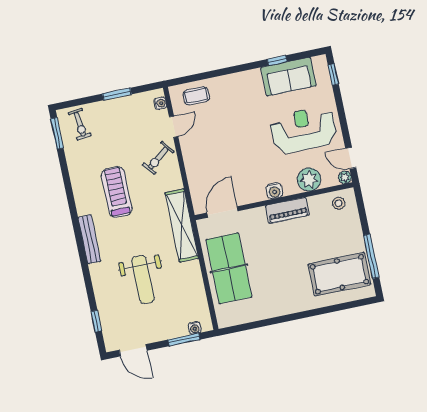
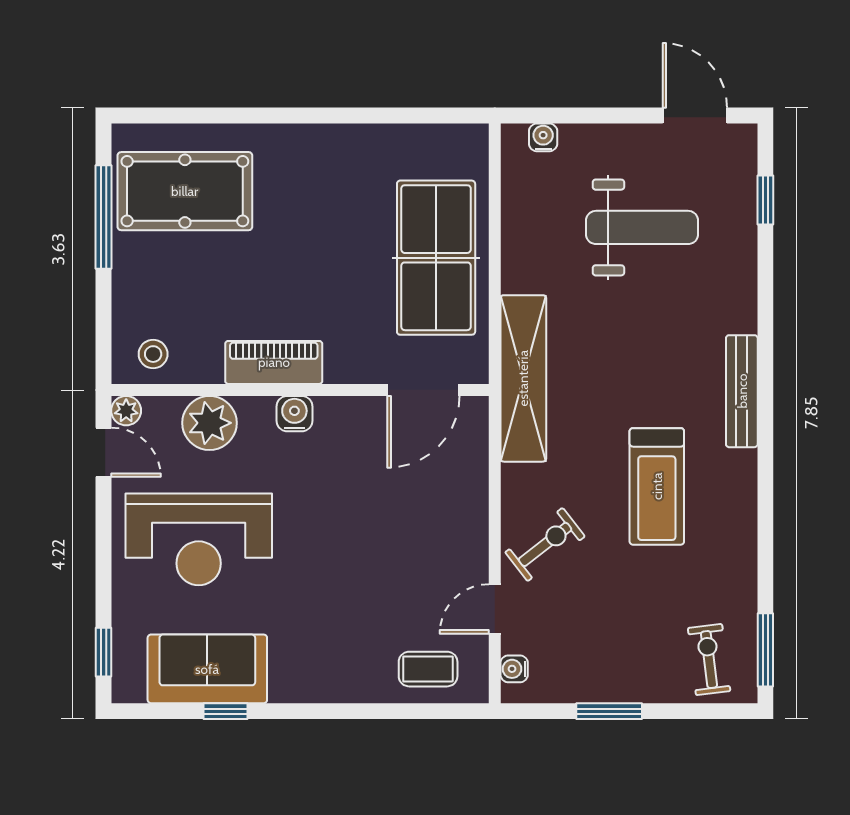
weight bench: (143, 279) -> (642, 227), moved, turned 90
window: (184, 340) -> (573, 116), removed

